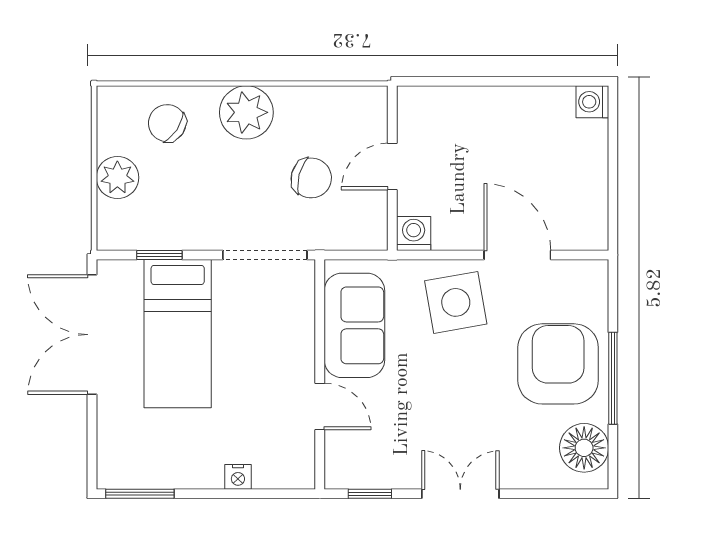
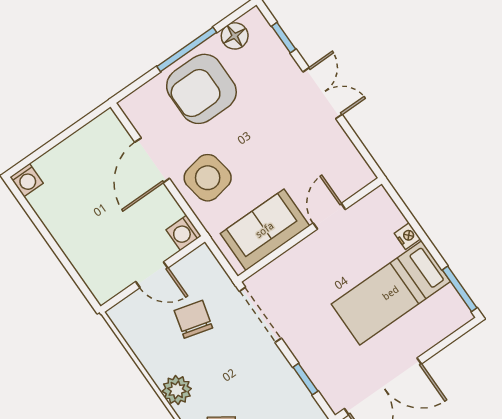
plant: (246, 112) -> (177, 390), width x0.73, depth x0.73
bed: (178, 334) -> (391, 293), moved, turned 180
floor lamp: (584, 448) -> (235, 36), width x0.73, depth x0.73
window: (370, 494) -> (284, 38), moved
double door: (460, 494) -> (323, 93), swing flipped

